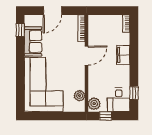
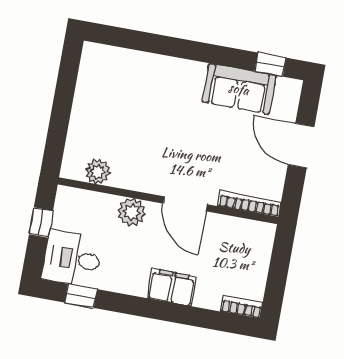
corner sofa: (44, 84) -> (138, 95), removed
plant: (94, 104) -> (132, 212), moved

